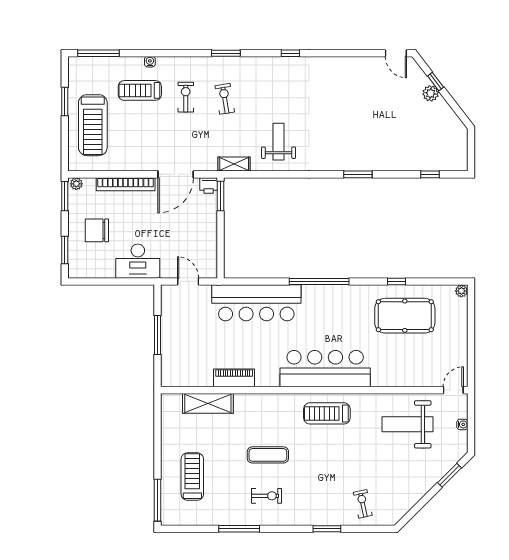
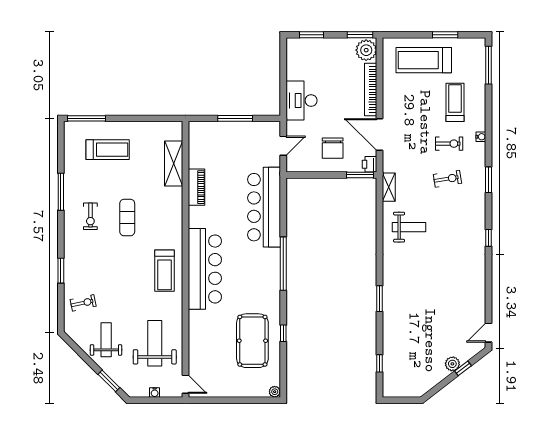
water cooler: (150, 62) -> (481, 137), moved
plant: (76, 184) -> (366, 50), width x1.88, depth x1.88
chair: (97, 230) -> (333, 148), moved, turned 180
treadmill: (327, 413) -> (164, 271), turned 180
weight bench: (404, 478) -> (106, 340), added

